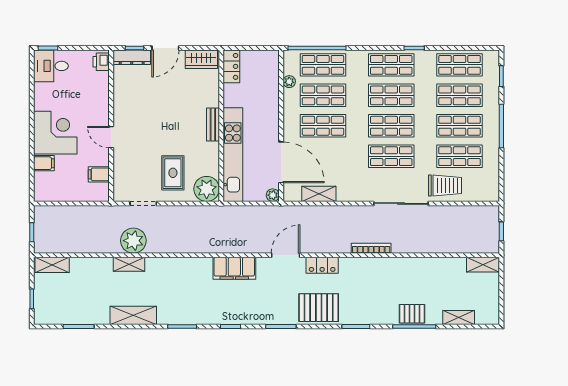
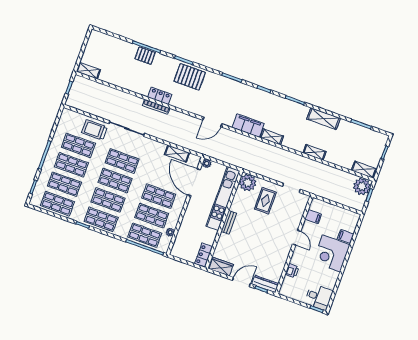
printer: (101, 62) -> (292, 271), moved
plant: (133, 241) -> (362, 186), moved
locker: (322, 265) -> (160, 96), moved
pallet: (319, 308) -> (190, 77), moved
shelving: (459, 318) -> (272, 137), moved

